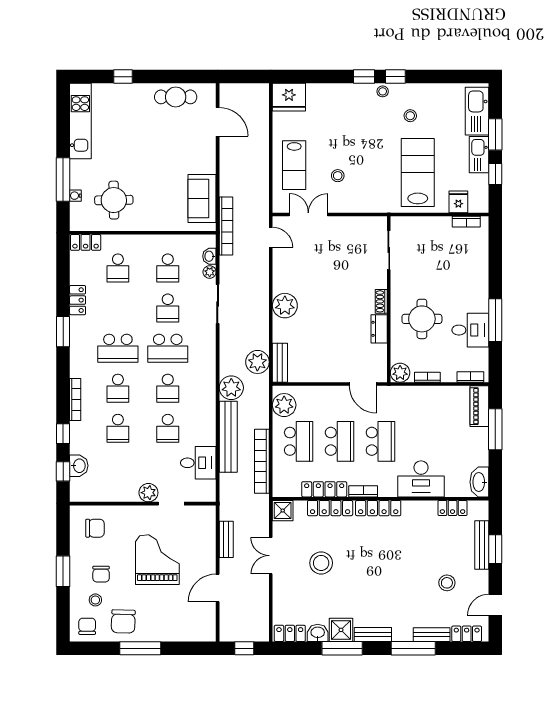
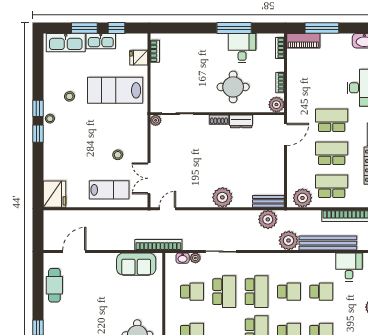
plant: (380, 223) -> (156, 120), added
school desk: (168, 308) -> (224, 292), width x1.85

